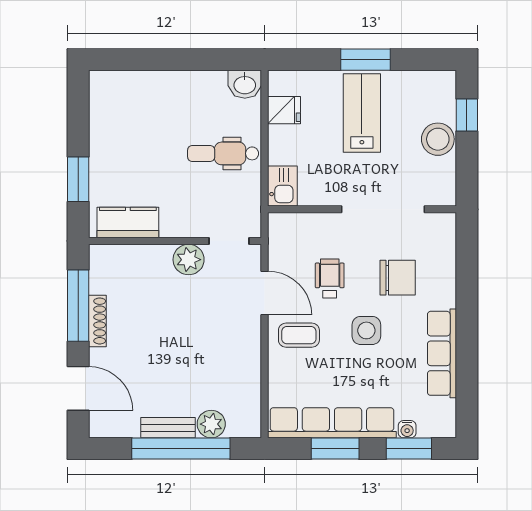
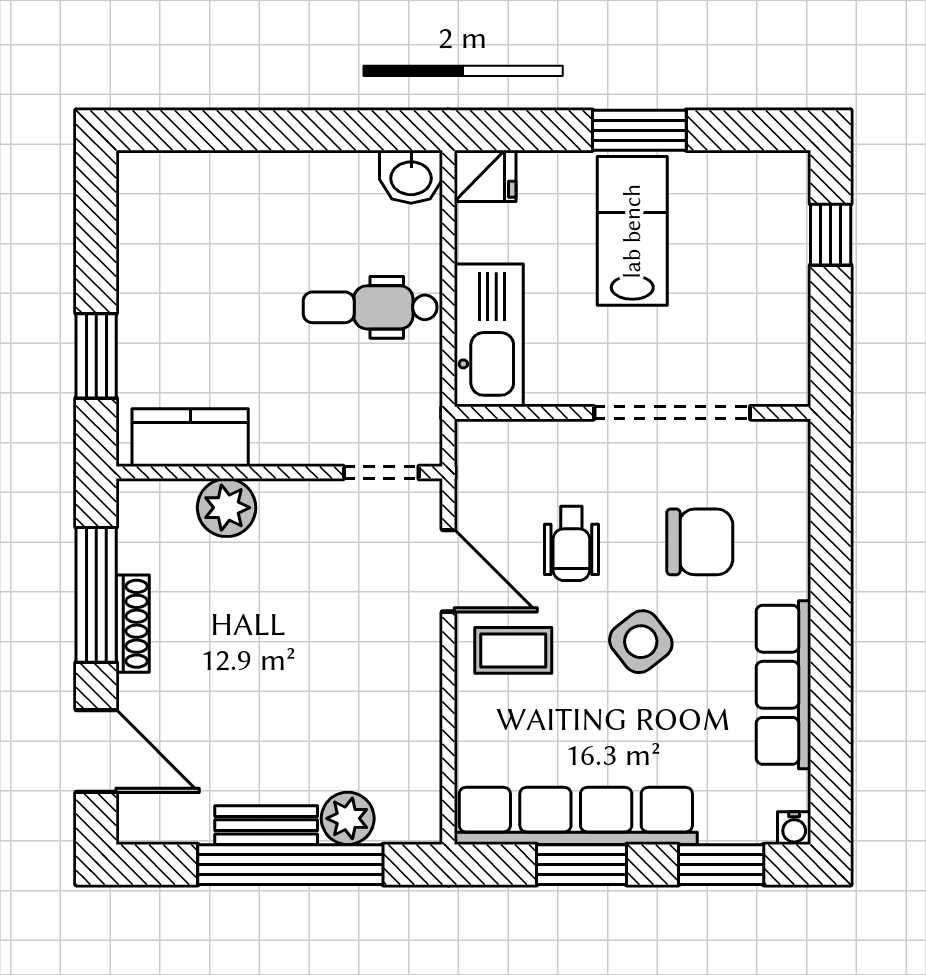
fridge: (284, 110) -> (485, 176), moved
stool: (438, 139) -> (776, 280), removed
kitchen sink: (282, 186) -> (489, 335), width x1.87, depth x1.24
plant: (189, 260) -> (227, 508), moved
wheelchair: (330, 279) -> (571, 543), turned 180
side table: (366, 330) -> (641, 642), turned -38
water cooler: (407, 429) -> (794, 828), moved

